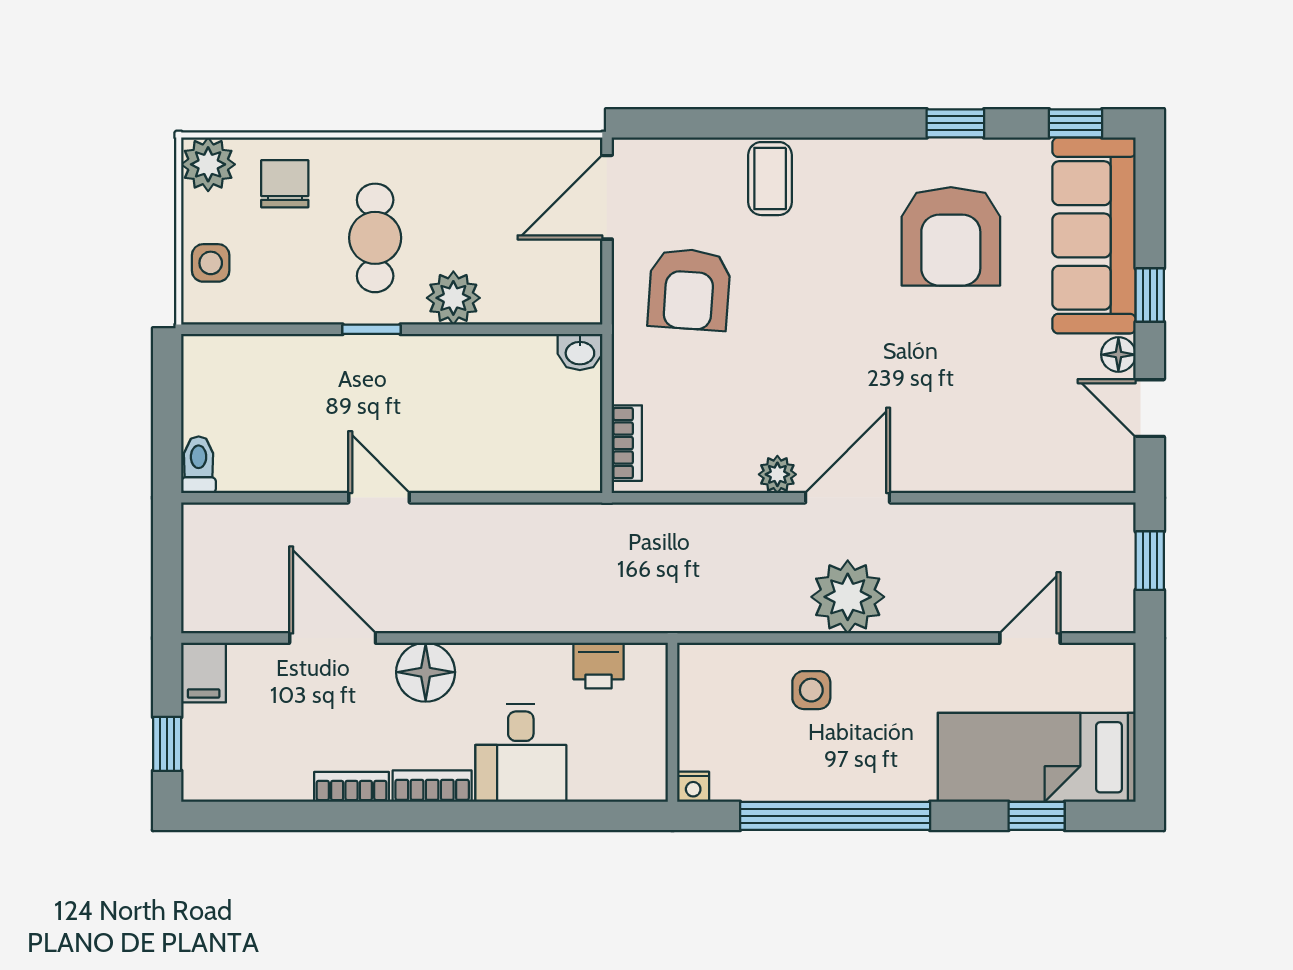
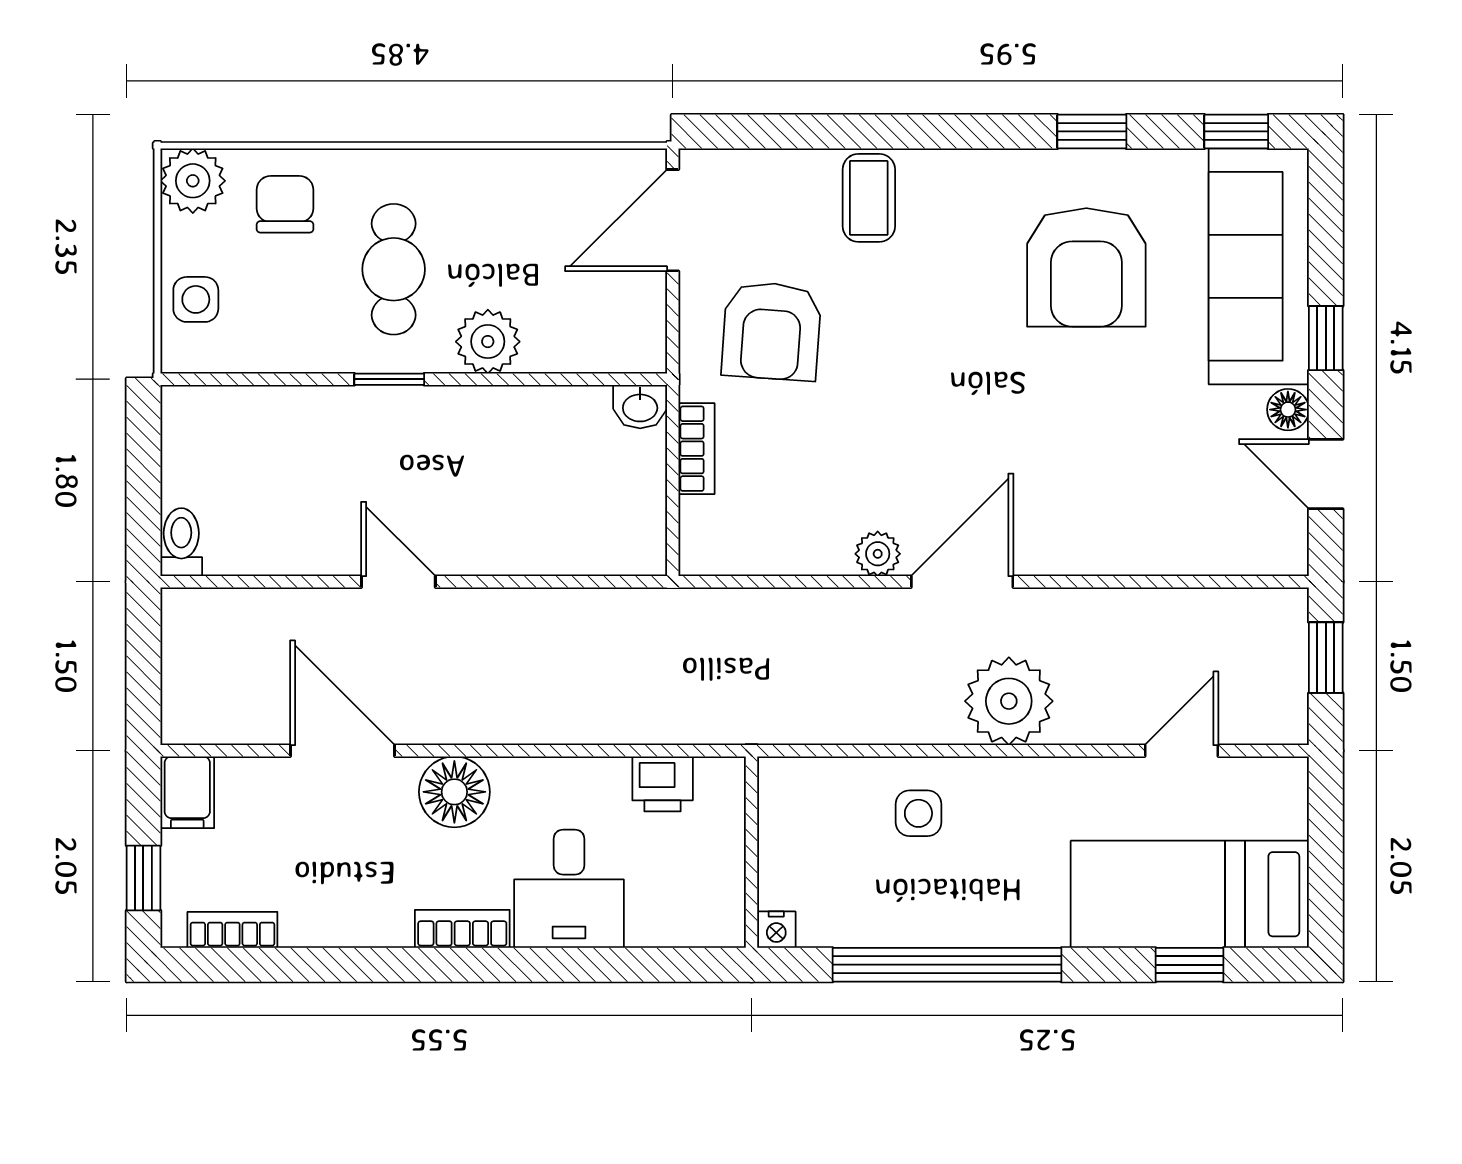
bookcase: (627, 443) -> (696, 449), moved
plant: (848, 597) -> (1009, 701), moved
bookcase: (352, 787) -> (232, 930), moved

